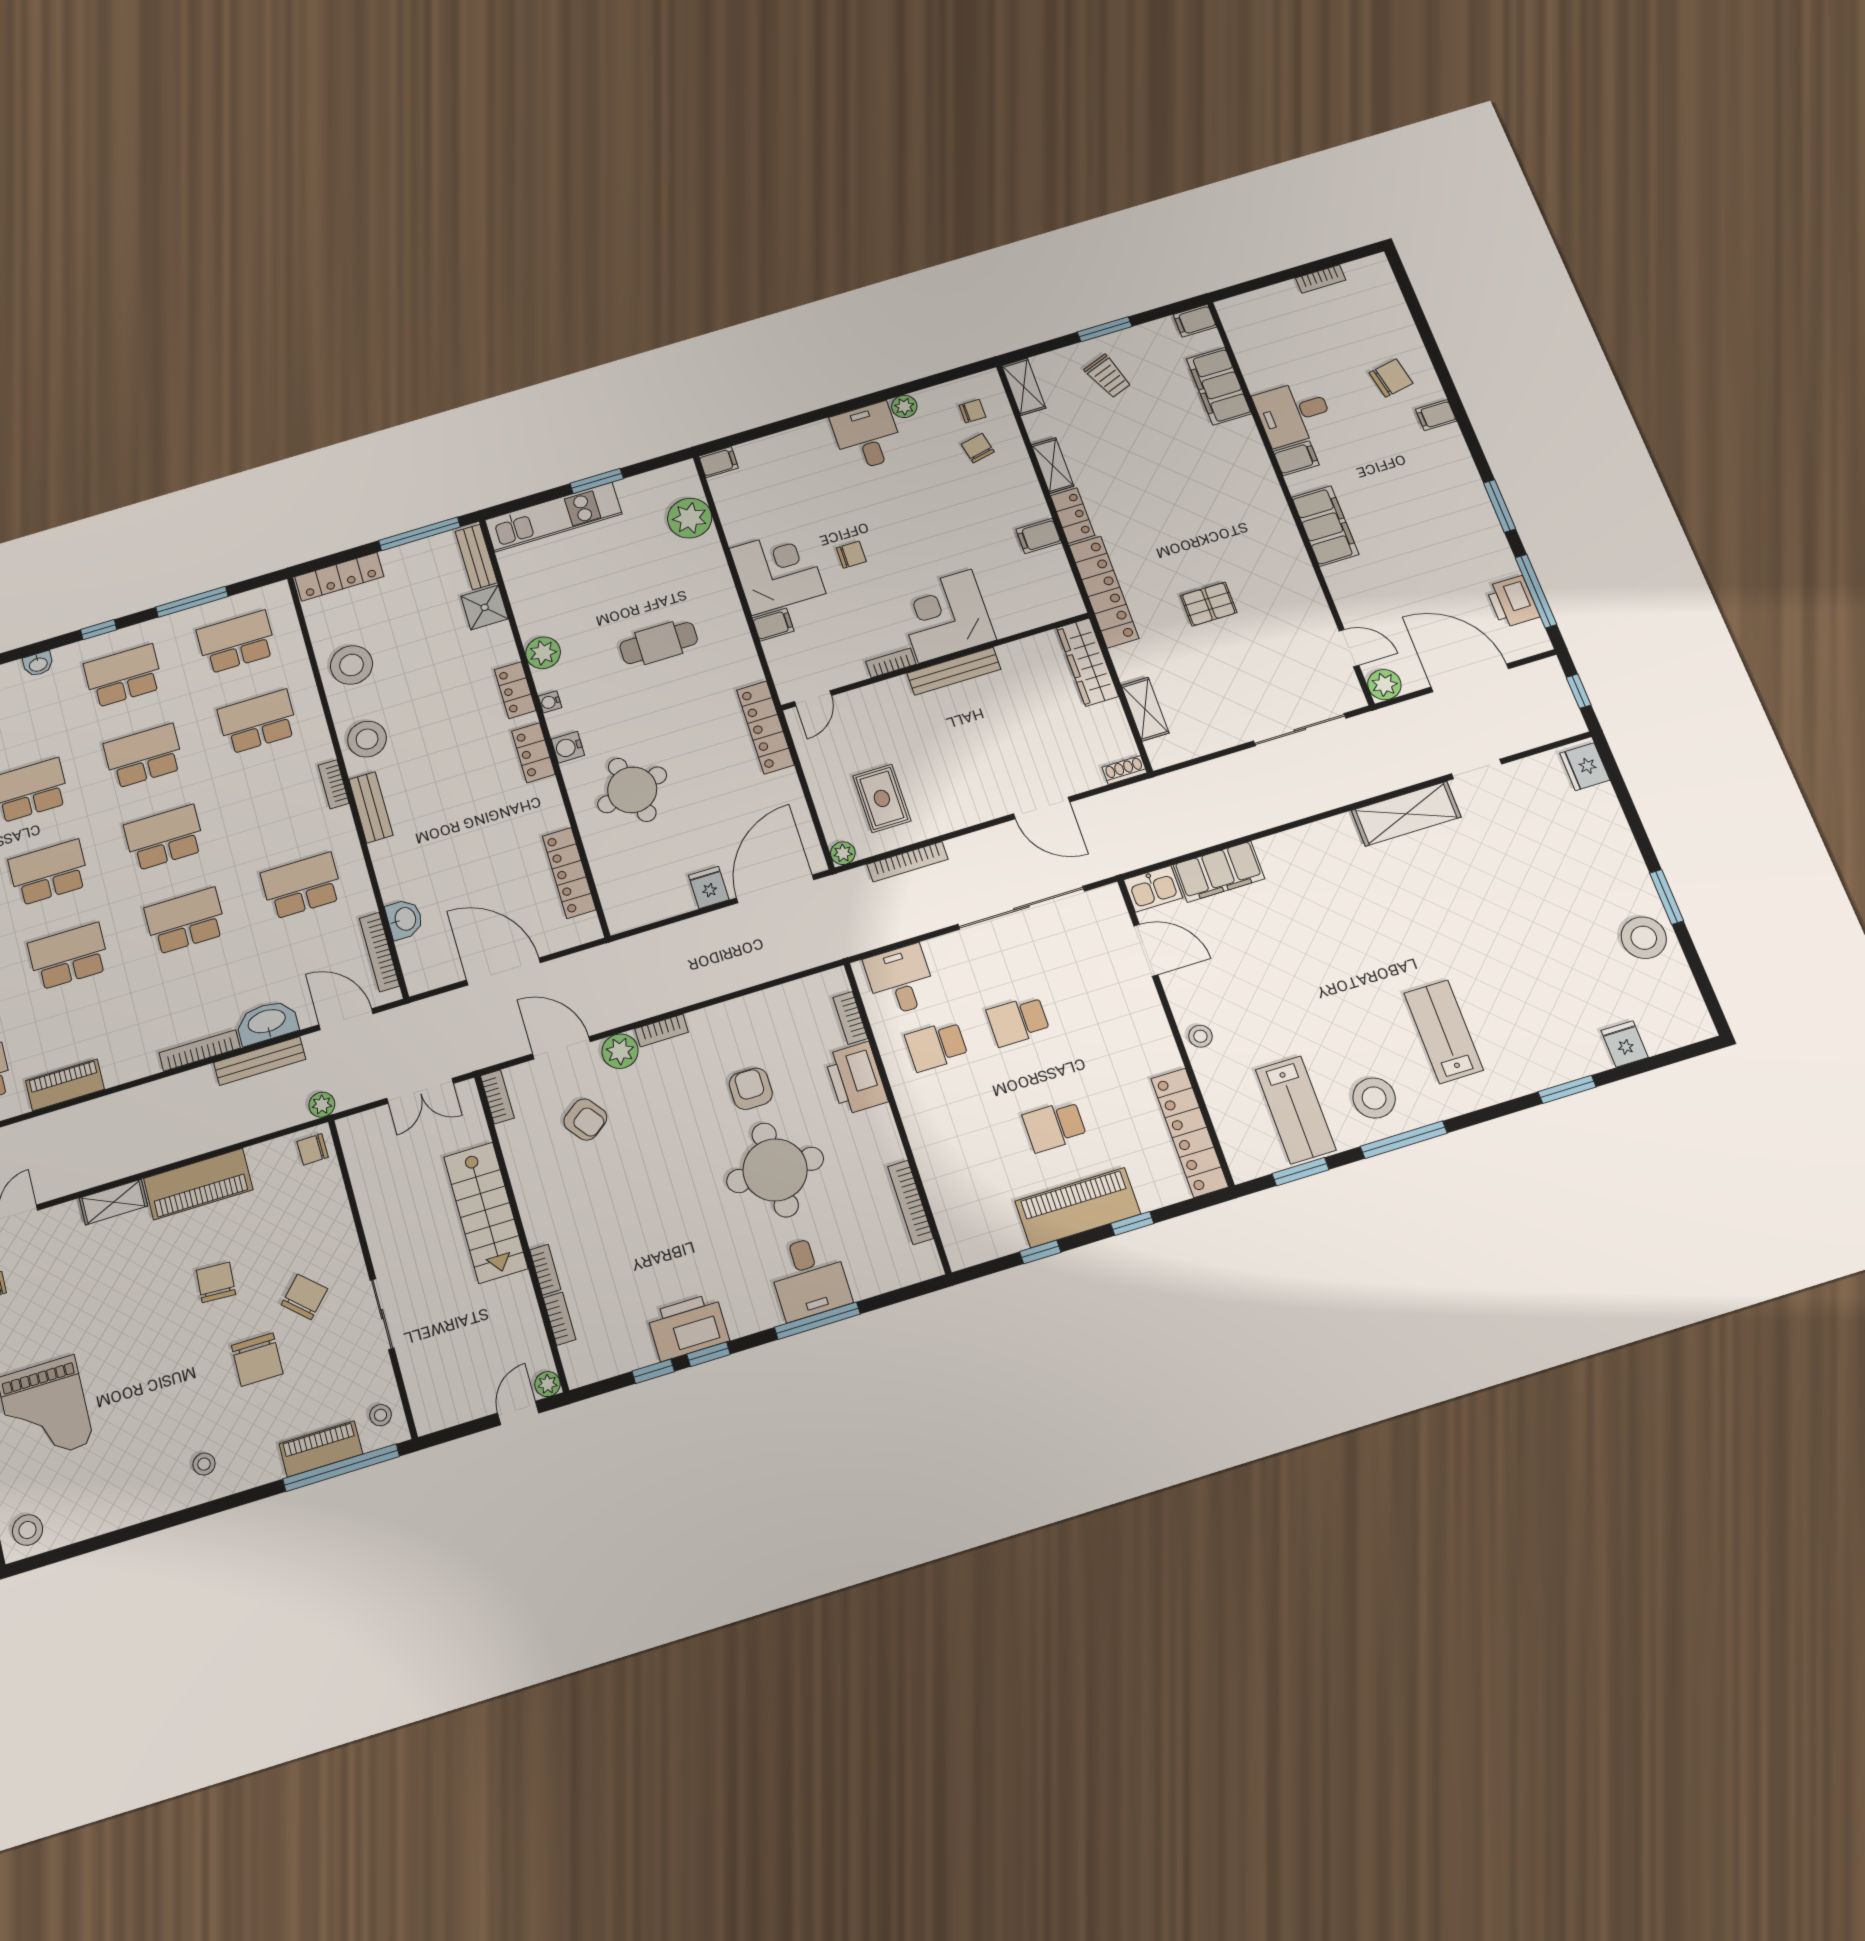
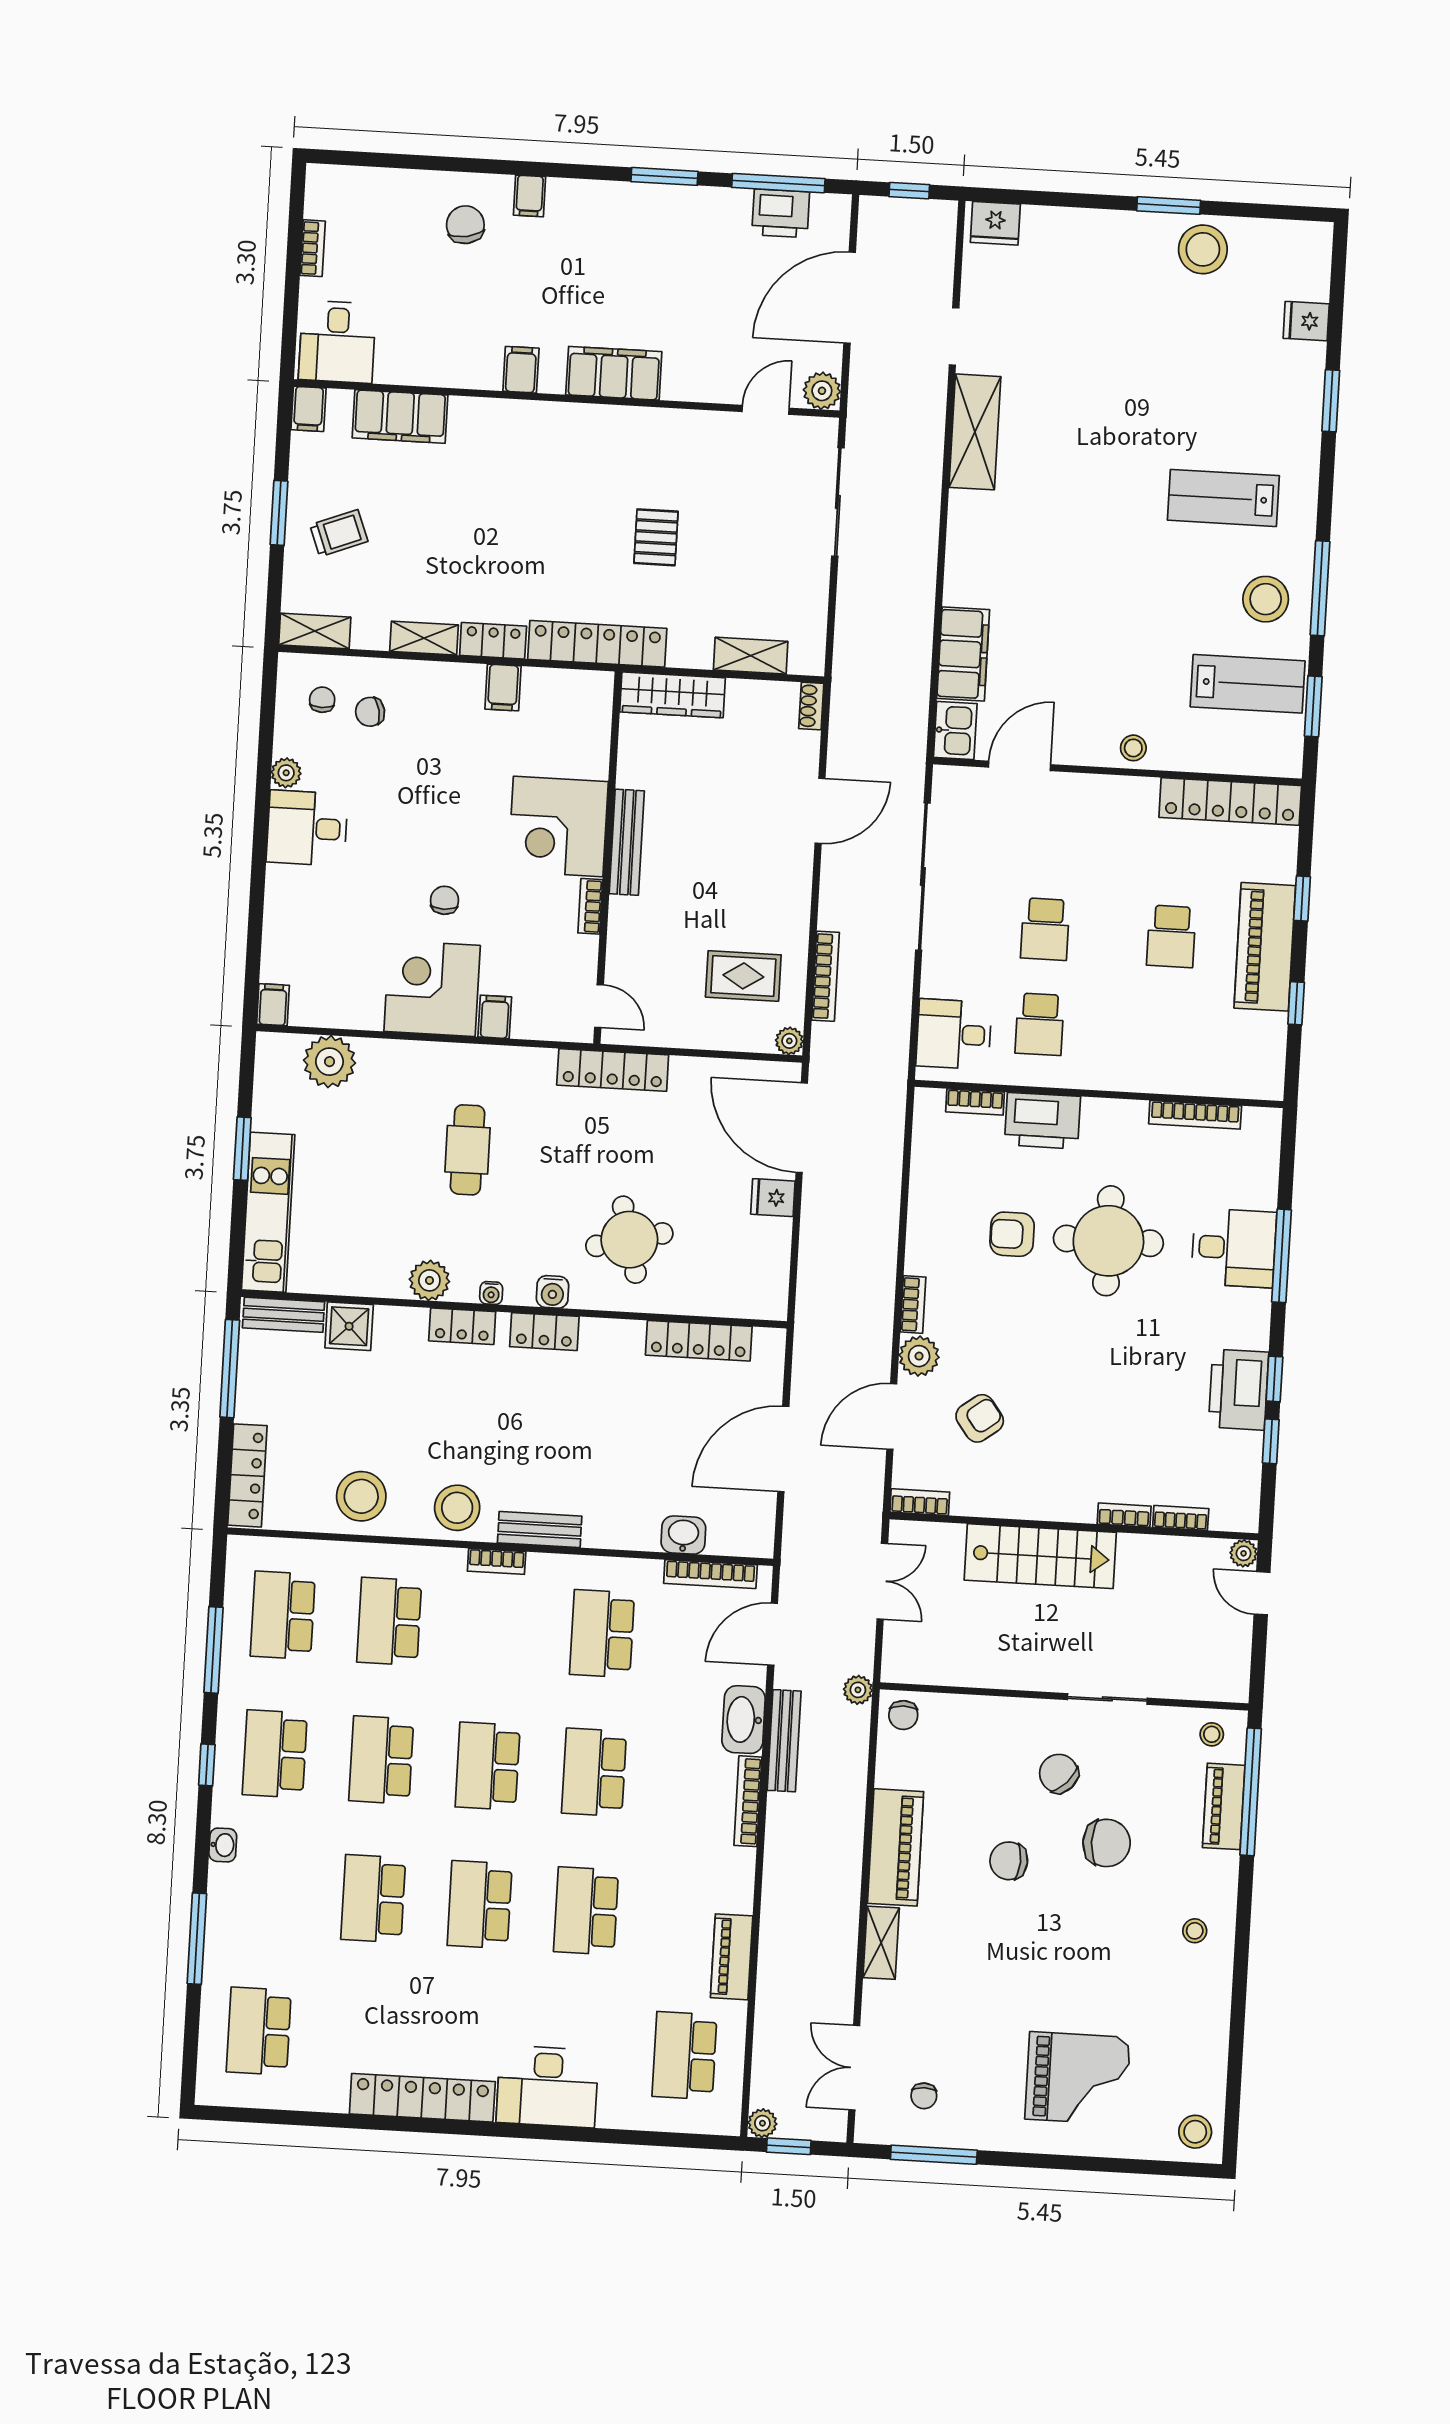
desk: (1294, 413) -> (337, 342), moved

